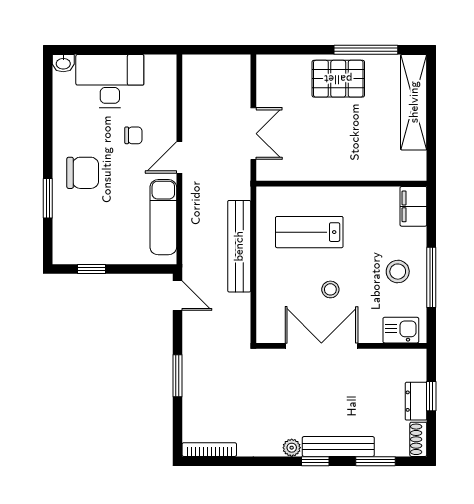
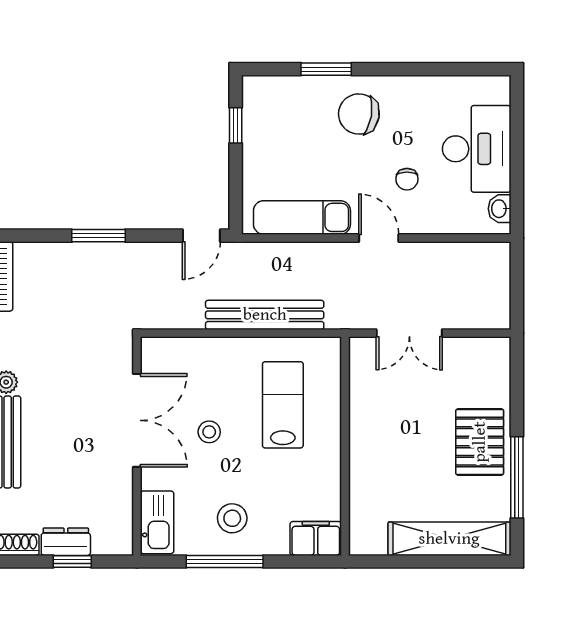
washbasin: (63, 63) -> (500, 209), moved
chair: (83, 173) -> (359, 114), turned 100
kitchen sink: (401, 330) -> (157, 522), width x1.38

